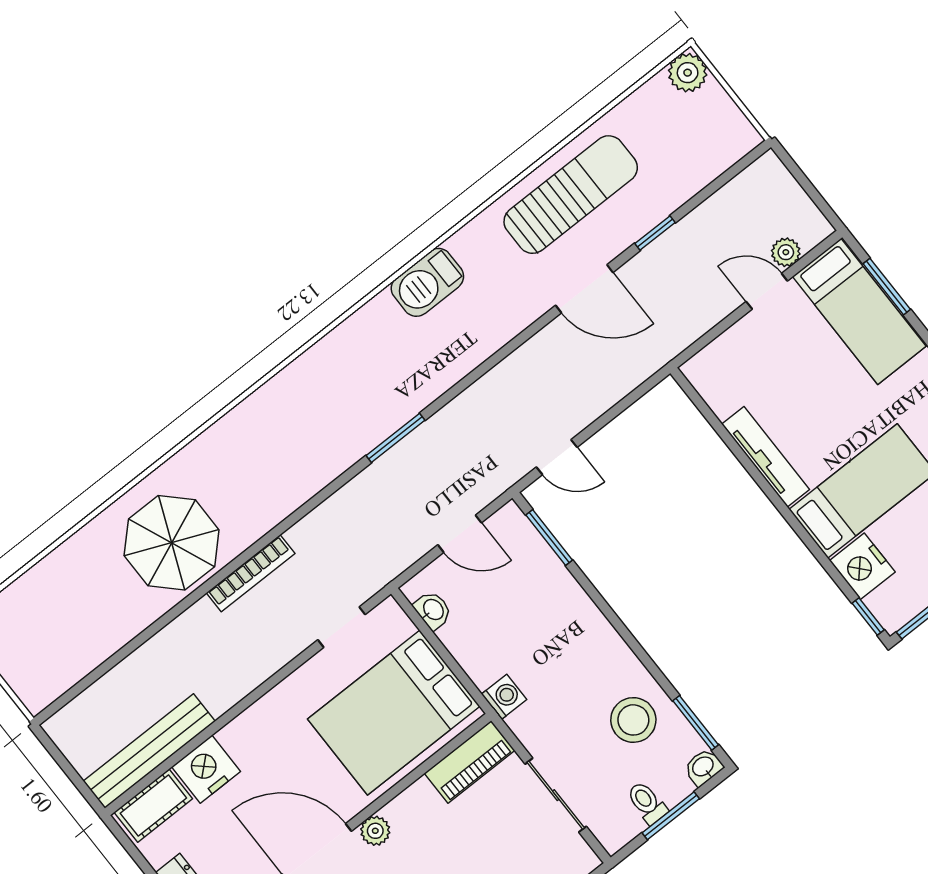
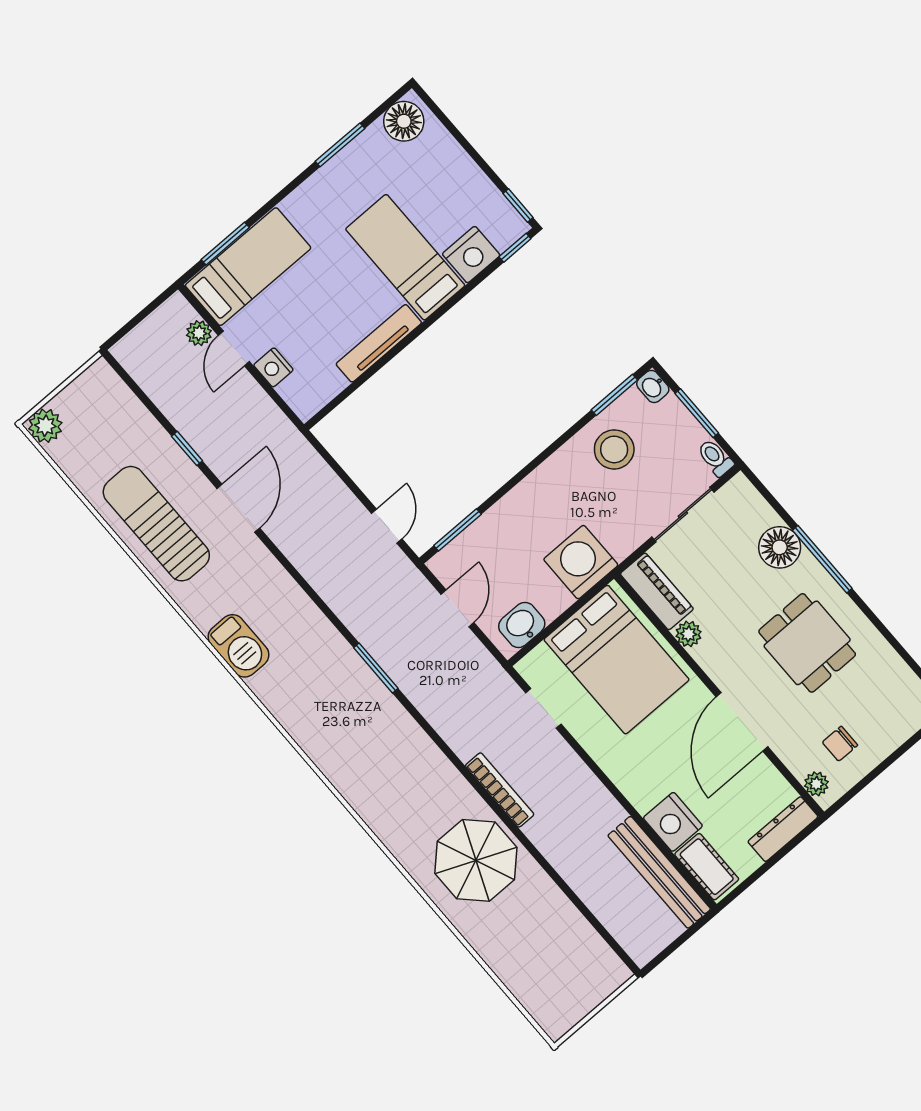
nightstand: (743, 336) -> (273, 367), added
washbasin: (433, 610) -> (522, 625), width x1.38, depth x1.45
washing machine: (504, 697) -> (581, 562), width x1.89, depth x1.89
toilet: (647, 803) -> (715, 458), moved, turned 90
plant: (375, 831) -> (689, 634), moved

